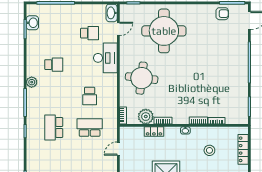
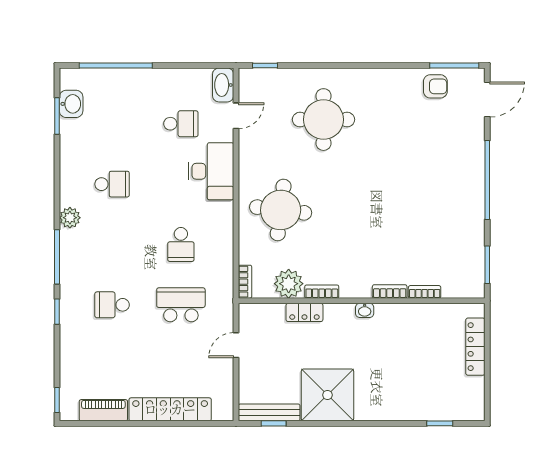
round table: (164, 31) -> (324, 120), width x0.73, depth x0.73
school desk: (54, 128) -> (112, 305), width x0.54
stool: (209, 150) -> (411, 349), removed

